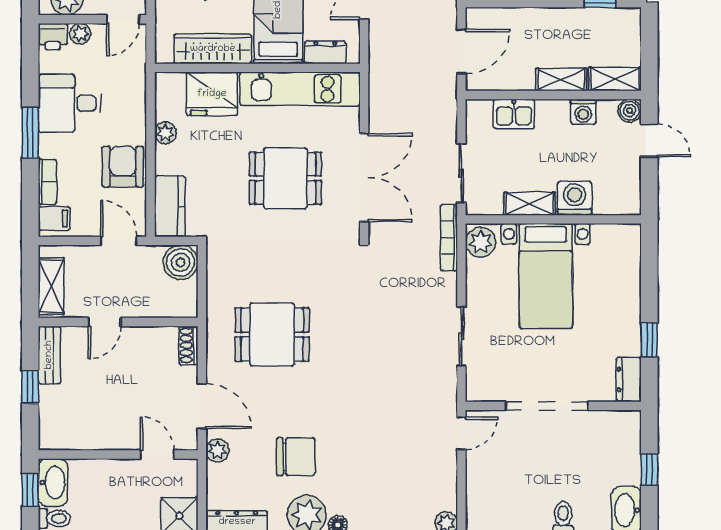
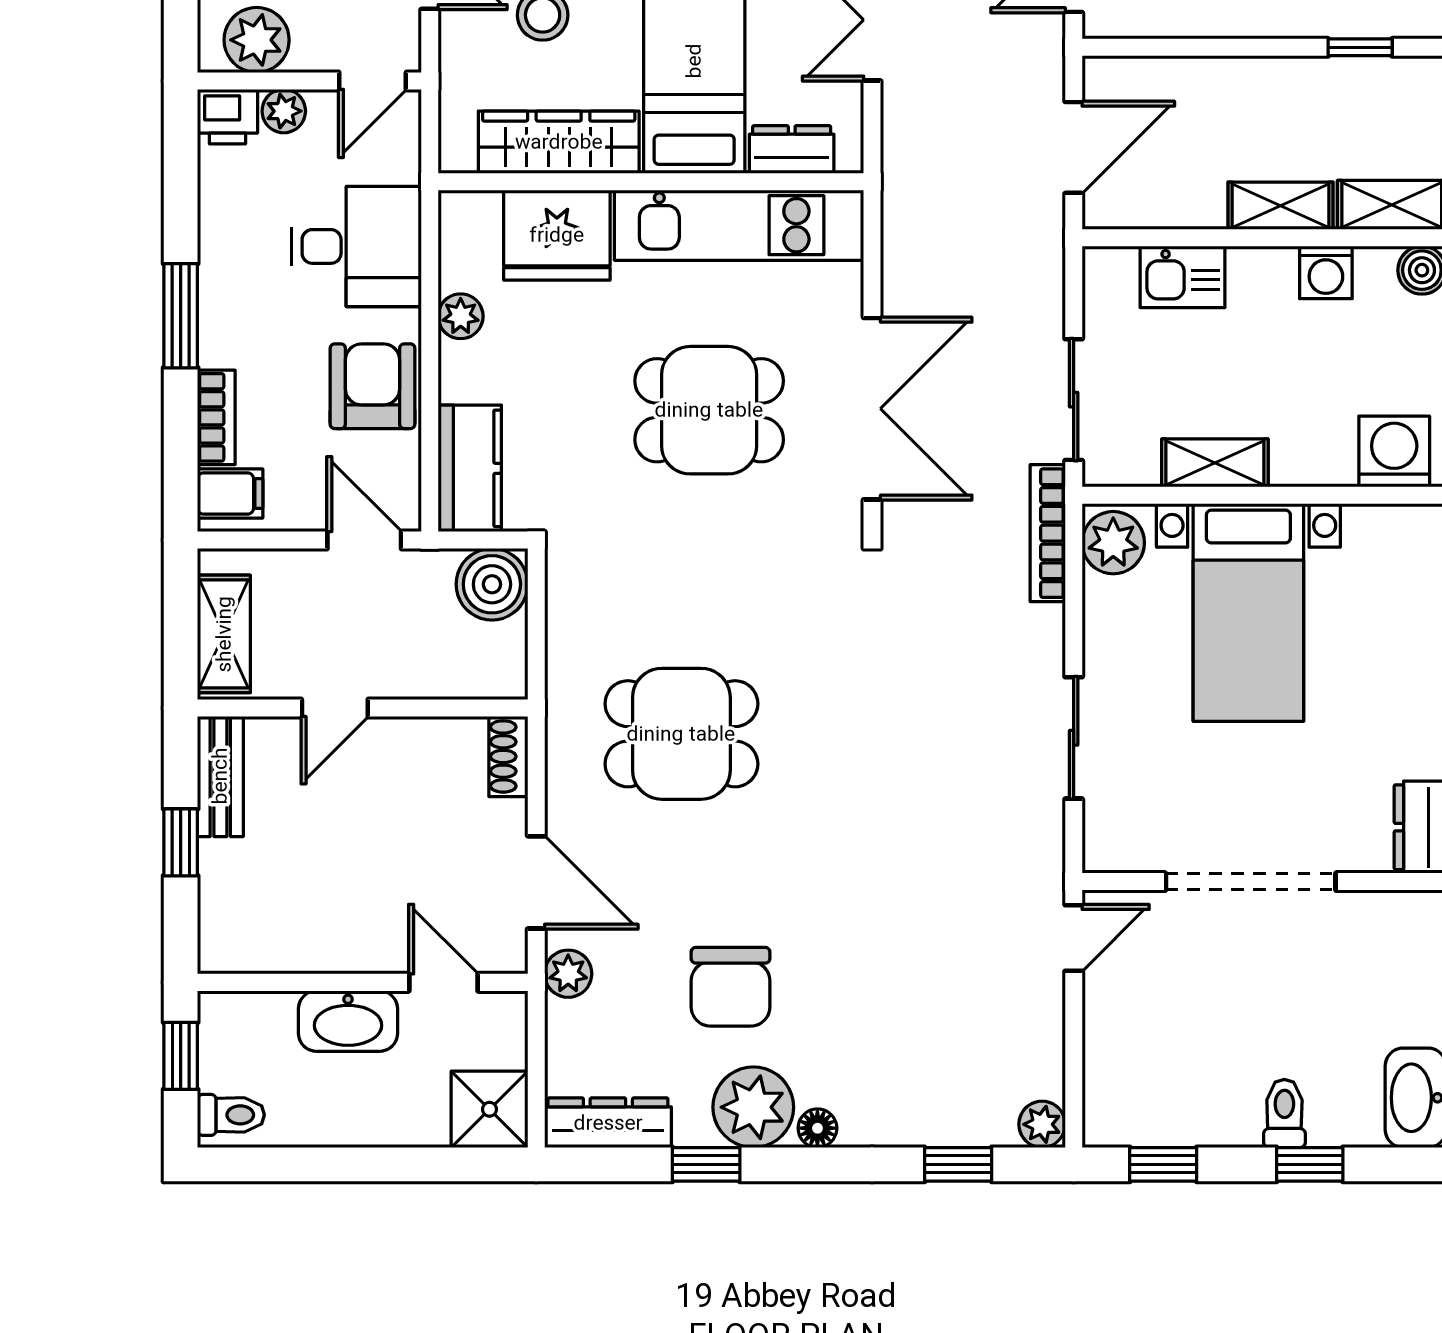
desk: (70, 103) -> (357, 246), moved, turned 180
washing machine: (575, 198) -> (1394, 451), moved
chair: (296, 457) -> (731, 987), turned 90
washbasin: (53, 482) -> (348, 1021), moved, turned 90

